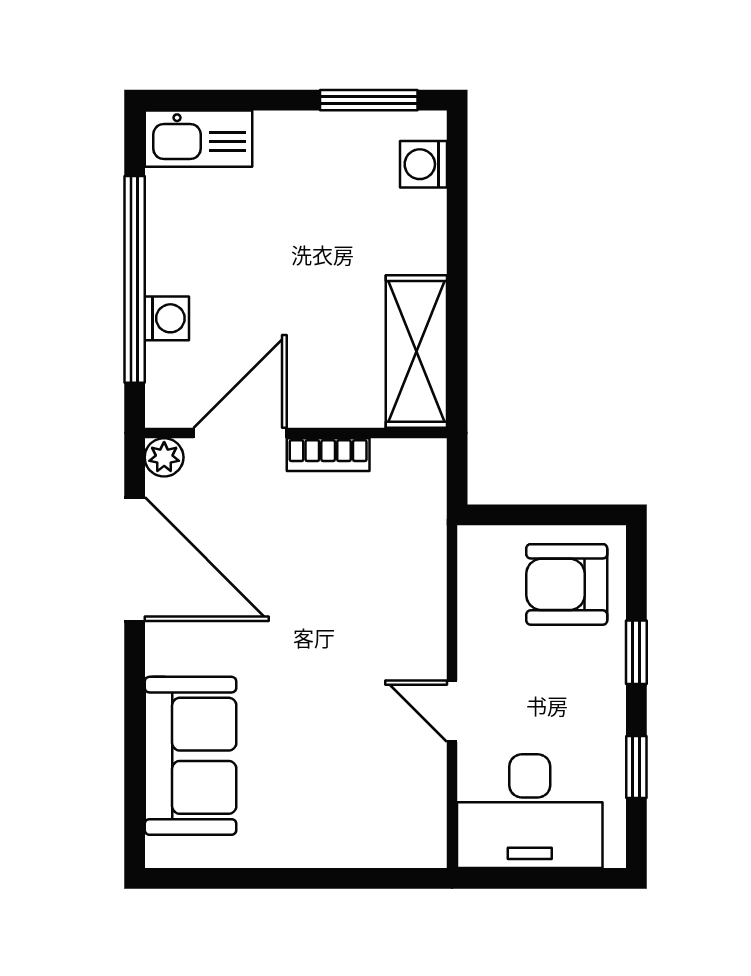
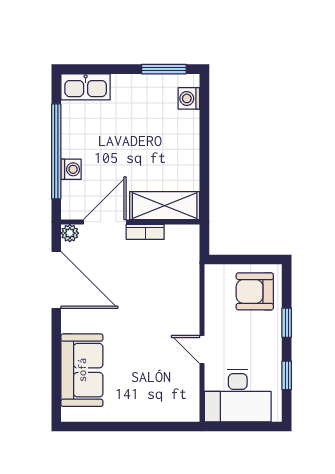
shelving: (416, 351) -> (165, 206), moved, turned 90

